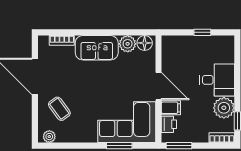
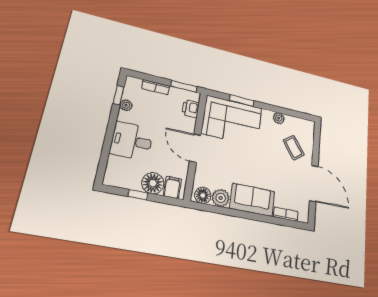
floor lamp: (191, 45) -> (153, 183), added
filing cabinet: (171, 108) -> (172, 187), moved, turned 90
plant: (224, 108) -> (126, 105), width x0.53, depth x0.53
plant: (49, 137) -> (279, 118), moved
bookcase: (222, 138) -> (156, 87), moved

